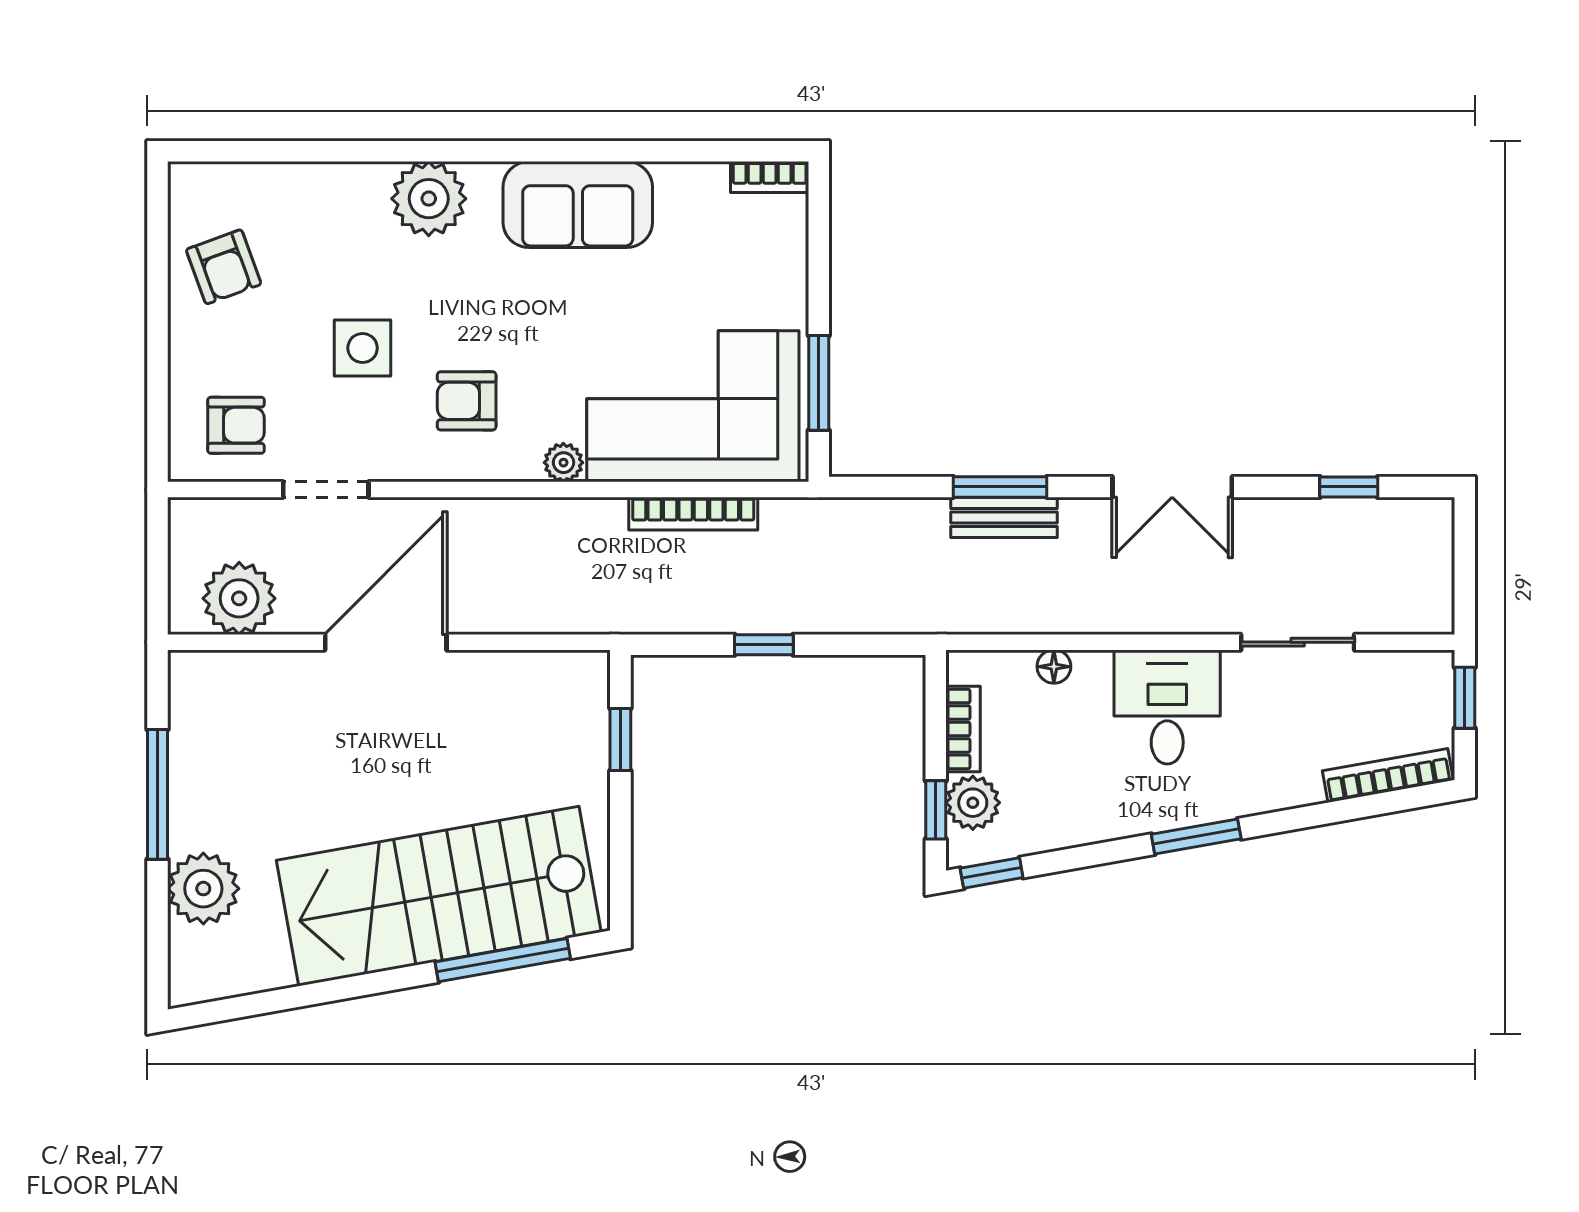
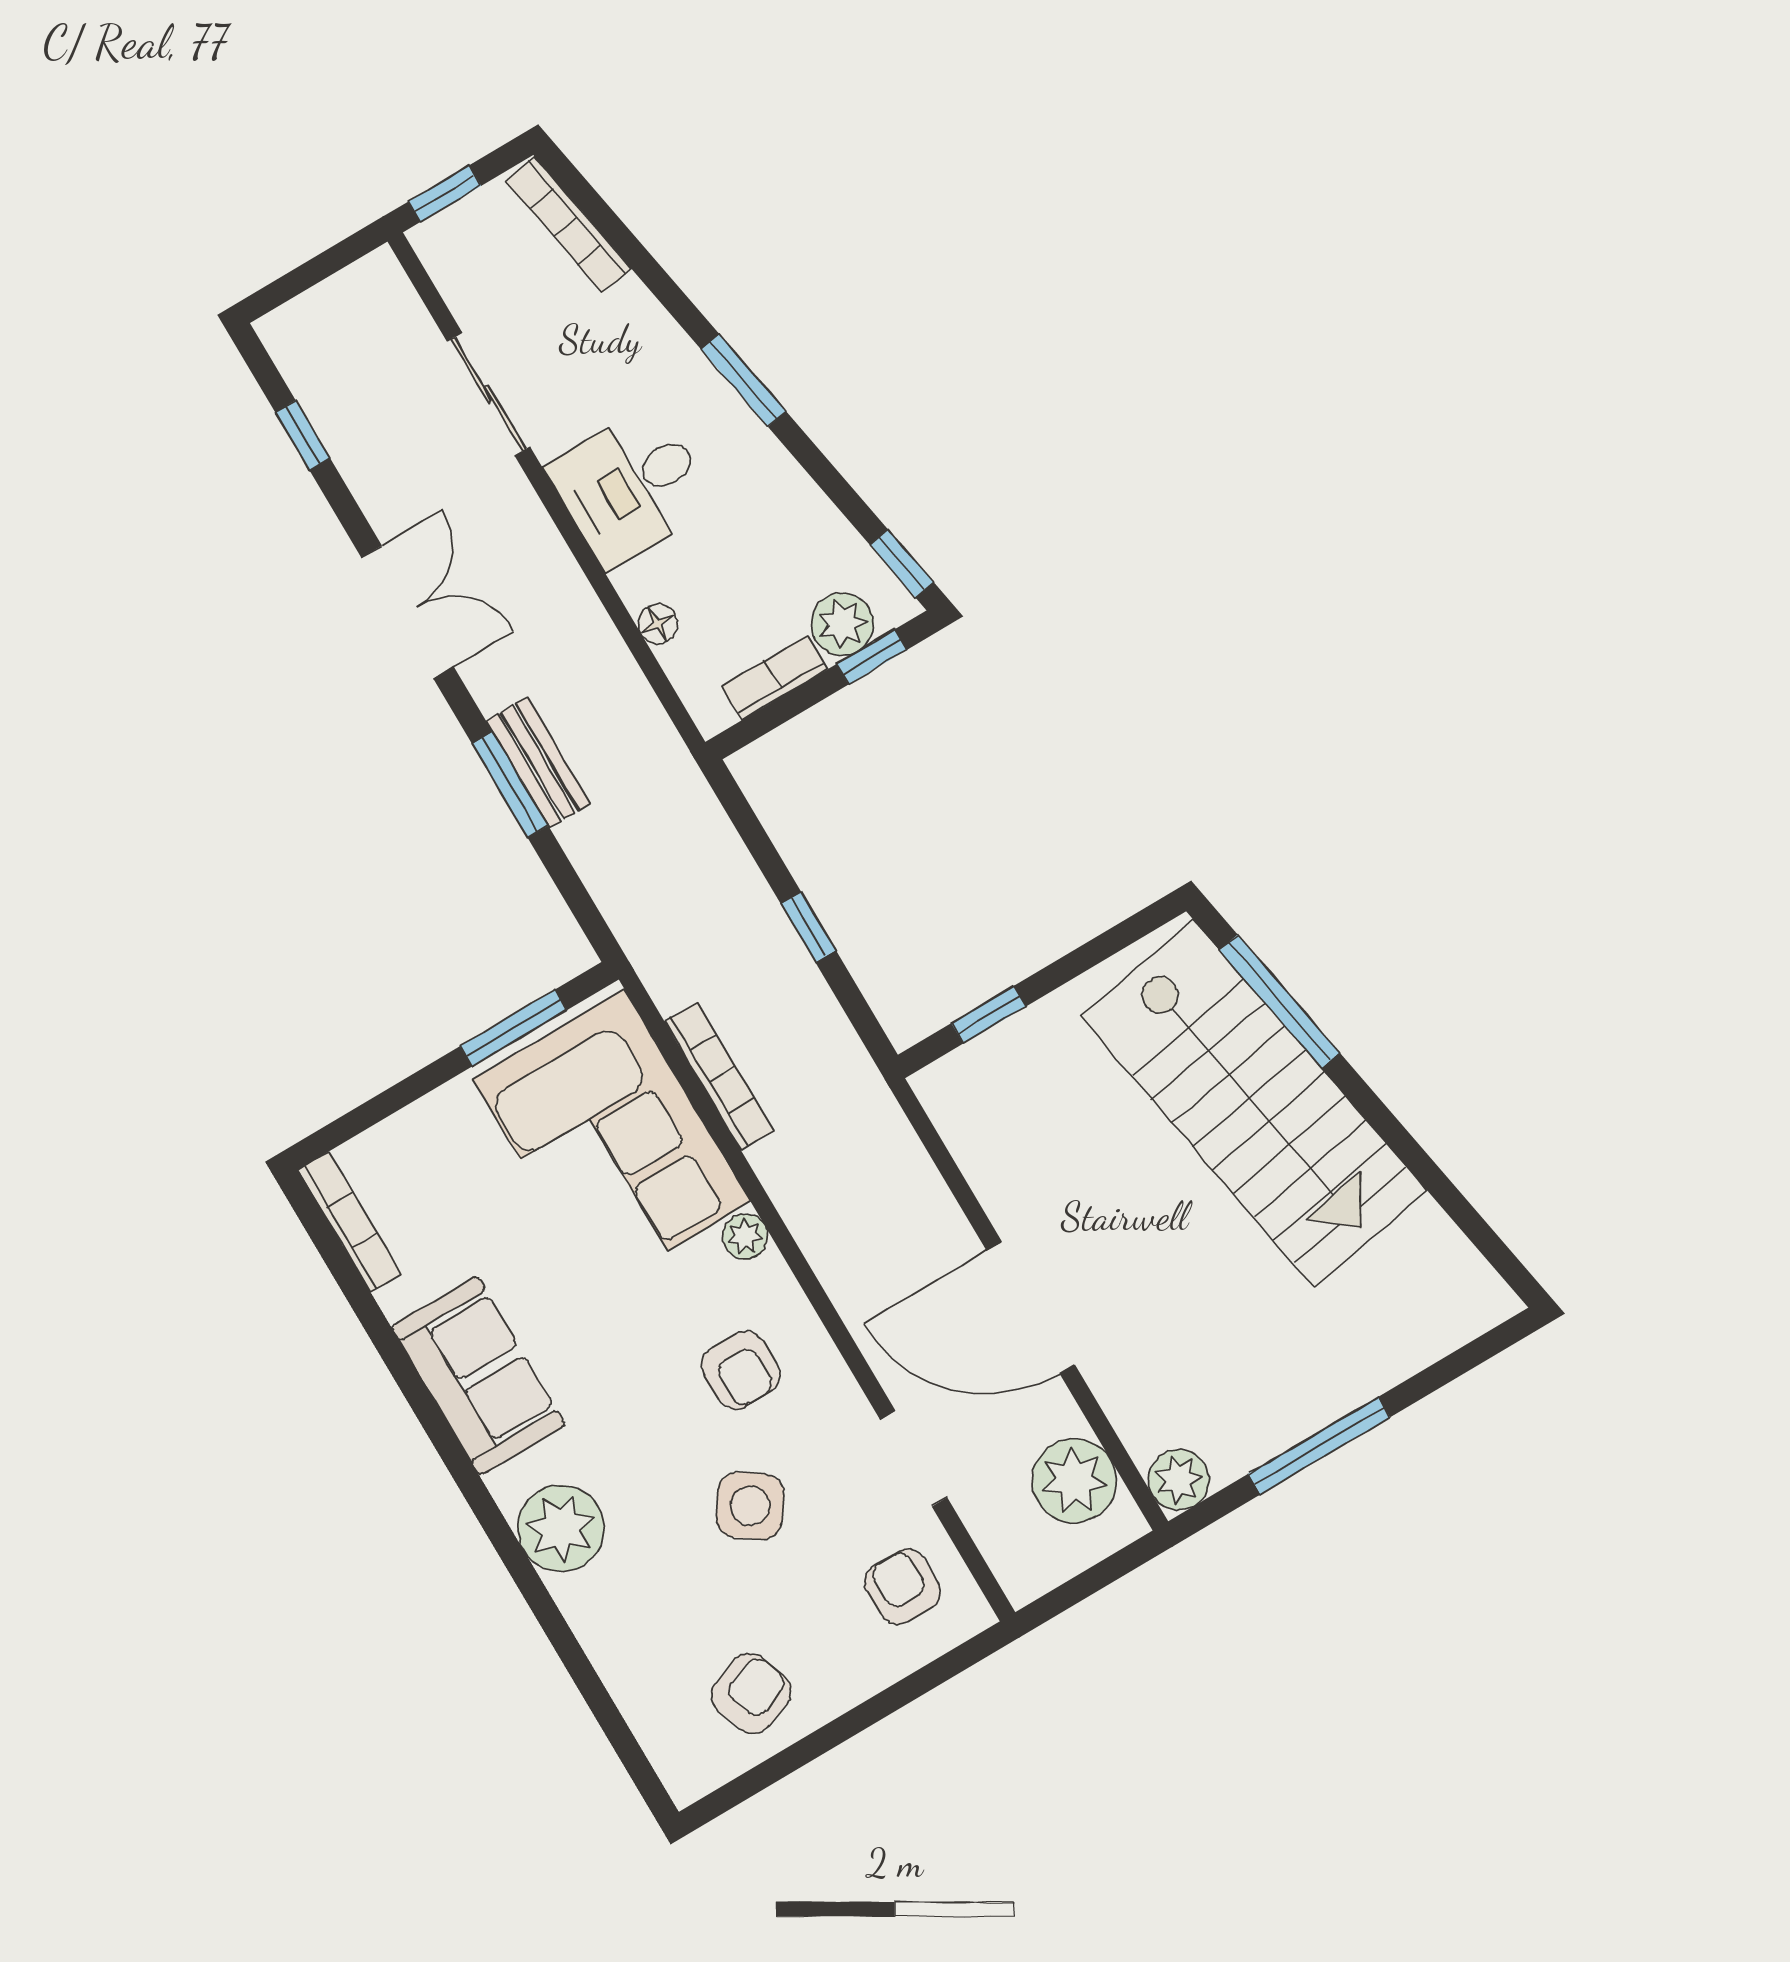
bookcase: (770, 177) -> (350, 1222), width x1.56
side table: (363, 348) -> (750, 1506), turned 35
plant: (203, 889) -> (1179, 1480), moved, width x0.73, depth x0.73

